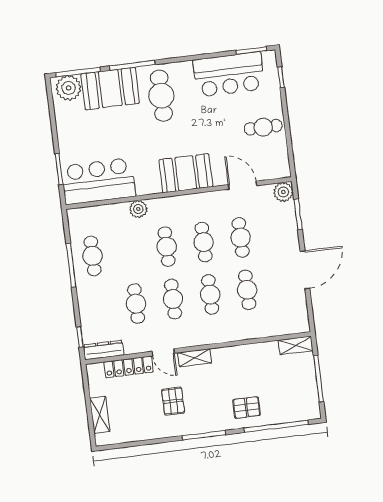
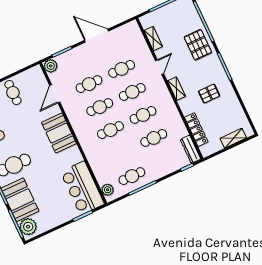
plant: (138, 209) -> (108, 190), moved
shelving: (296, 345) -> (153, 39), moved
door: (163, 352) -> (159, 67), moved
pallet: (246, 408) -> (198, 45), width x1.50, depth x1.42

